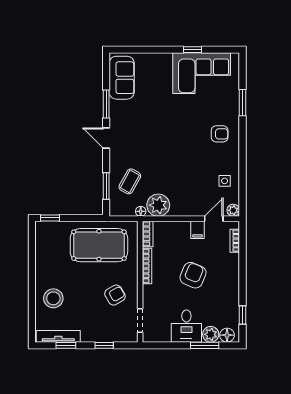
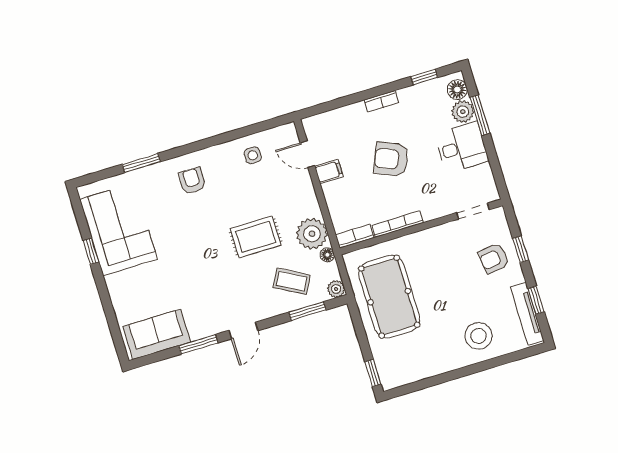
rug: (168, 166) -> (256, 237), added
plant: (233, 210) -> (336, 289), moved
bookcase: (235, 241) -> (381, 101), moved
armchair: (115, 295) -> (494, 258), moved, turned -69

